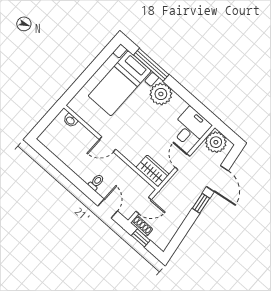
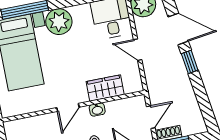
washbasin: (71, 120) -> (97, 110), moved
wardrobe: (153, 171) -> (105, 88), moved

